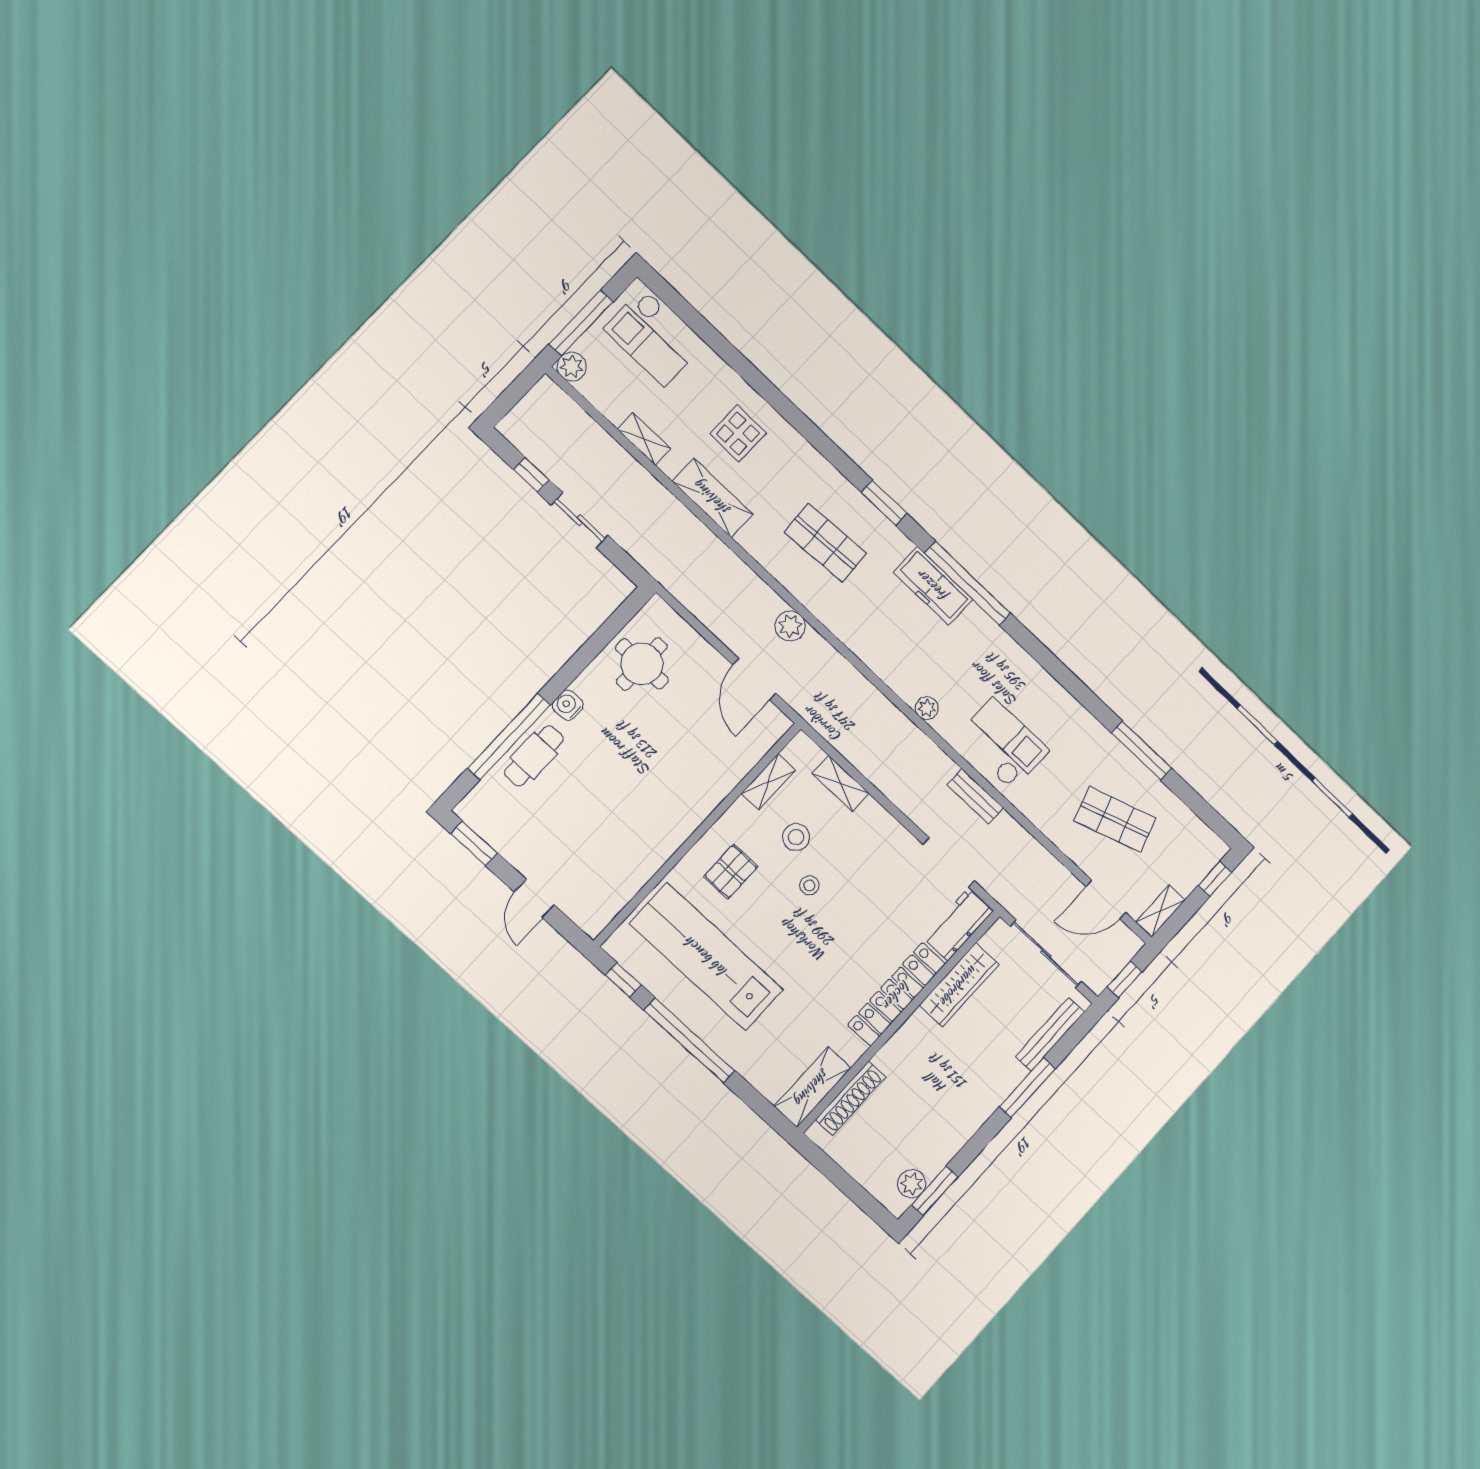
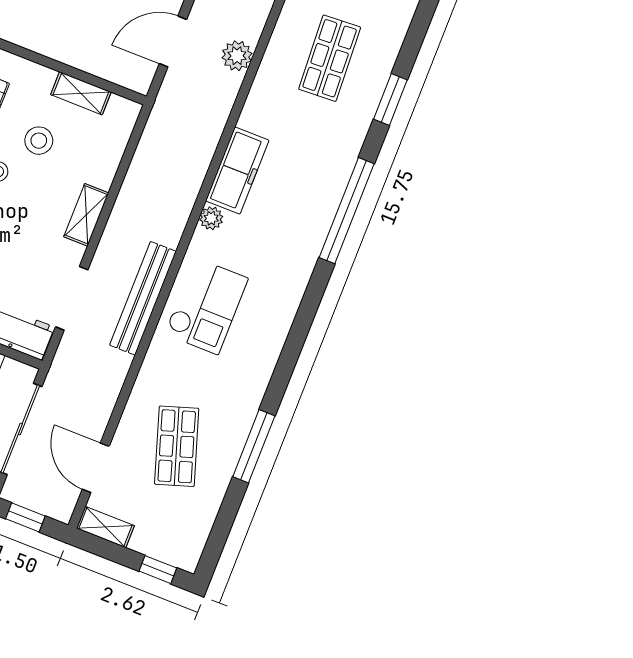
freezer: (933, 586) -> (237, 171), moved, turned 180
shelving: (841, 784) -> (86, 215), moved
bench: (975, 796) -> (143, 298), width x1.86, depth x1.21

